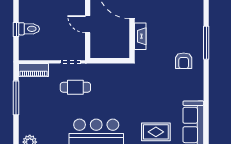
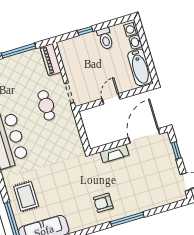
toilet: (29, 29) -> (105, 39), moved

